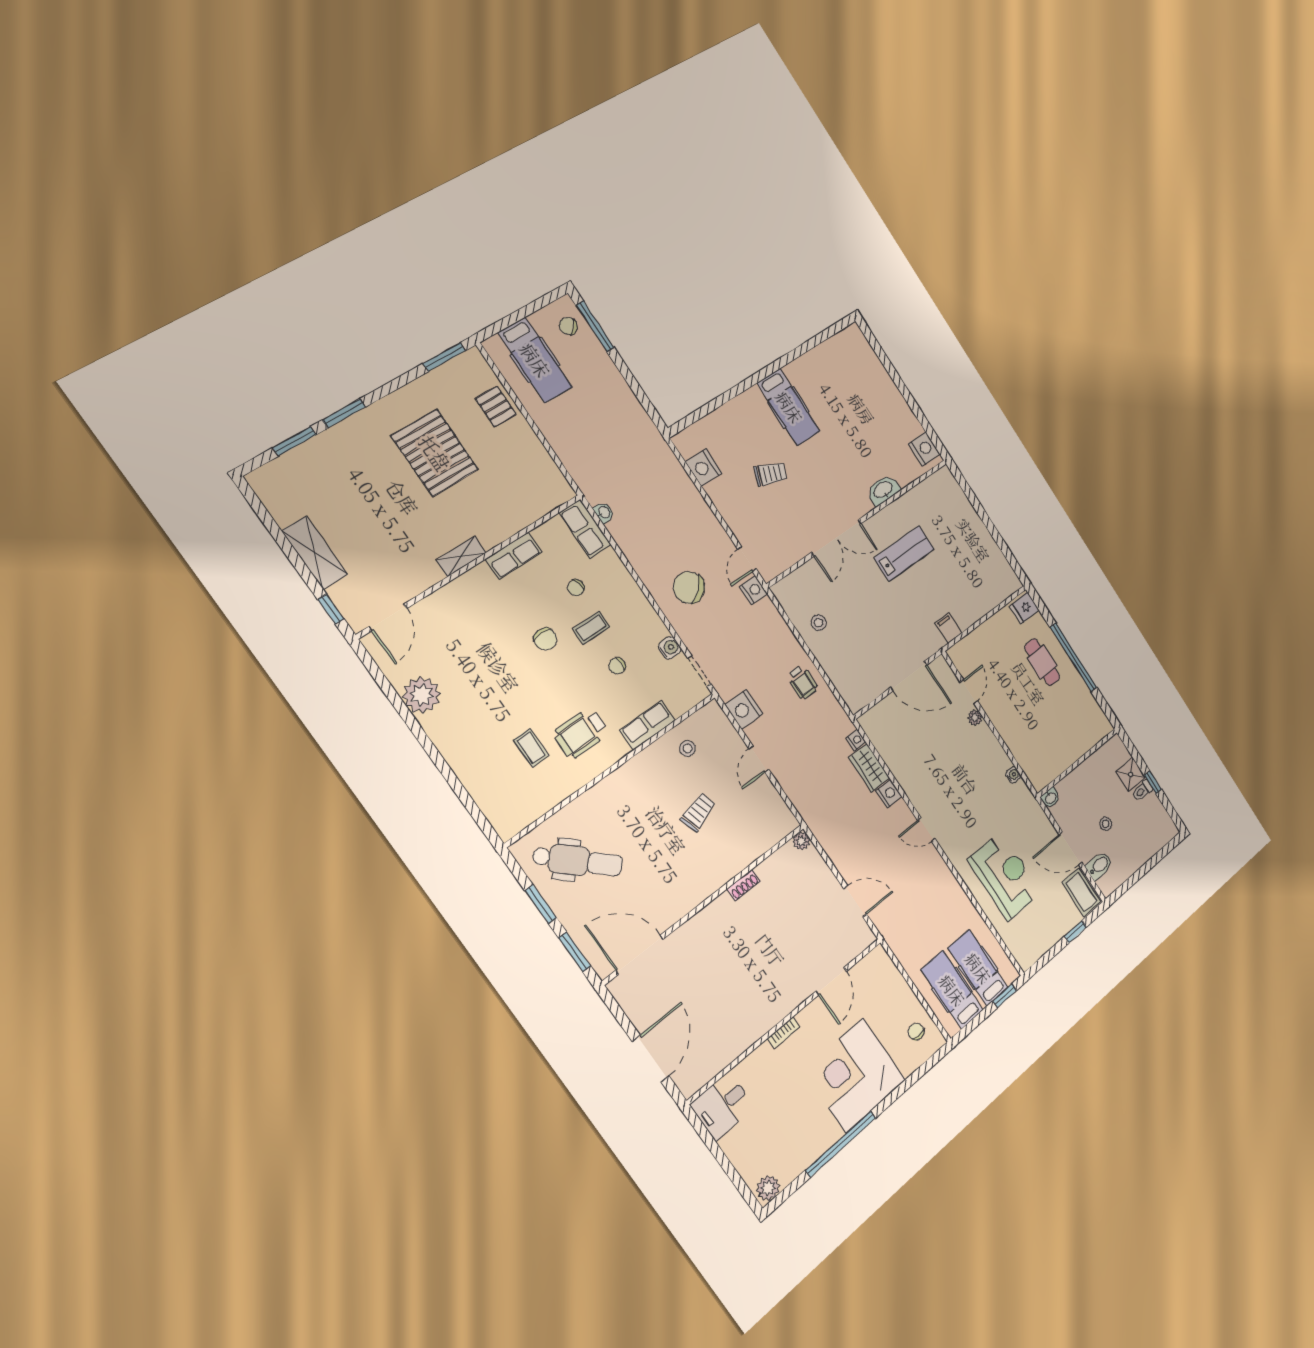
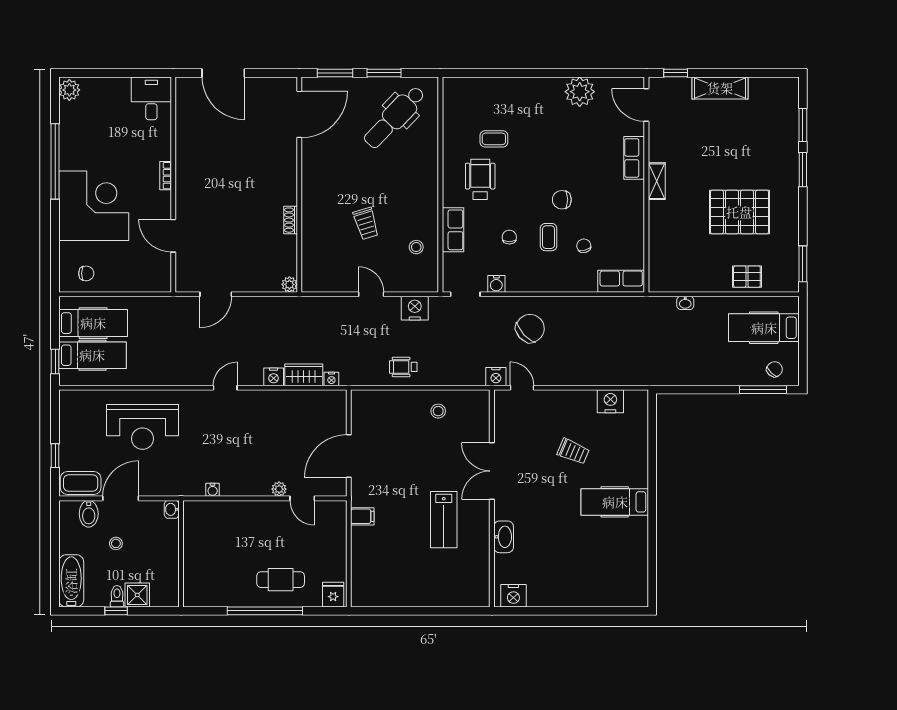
trolley: (771, 474) -> (573, 451), turned -88
washbasin: (604, 512) -> (685, 303), moved
row of seats: (514, 556) -> (634, 158), moved
bathtub: (1156, 838) -> (71, 581), added

